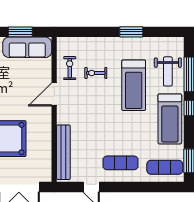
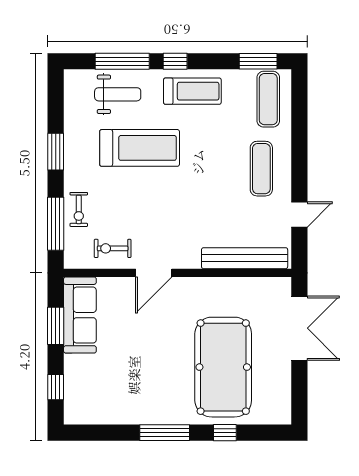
window: (85, 32) -> (56, 224), added
exercise bike: (96, 73) -> (79, 209), moved
door: (54, 94) -> (154, 273), hinge flipped
treadmill: (170, 119) -> (192, 91), width x0.73, depth x0.73

